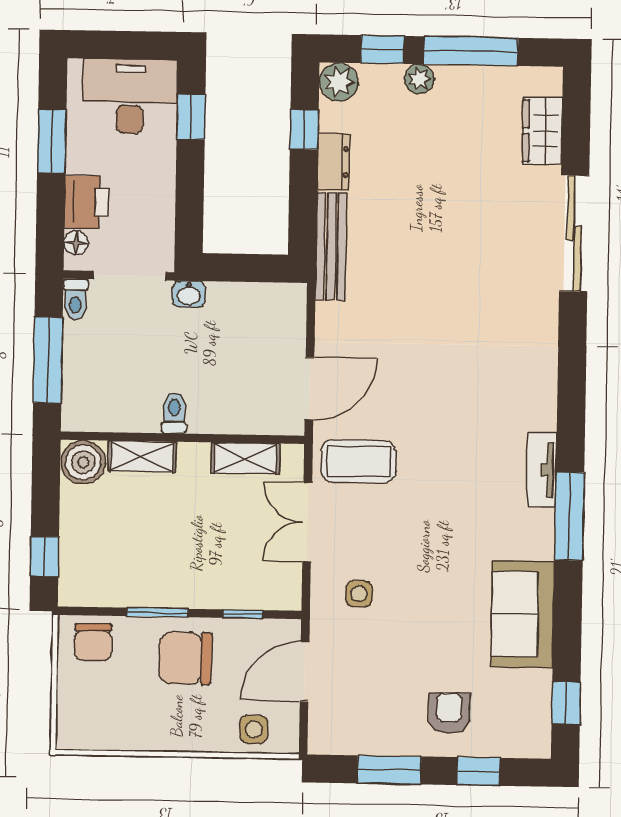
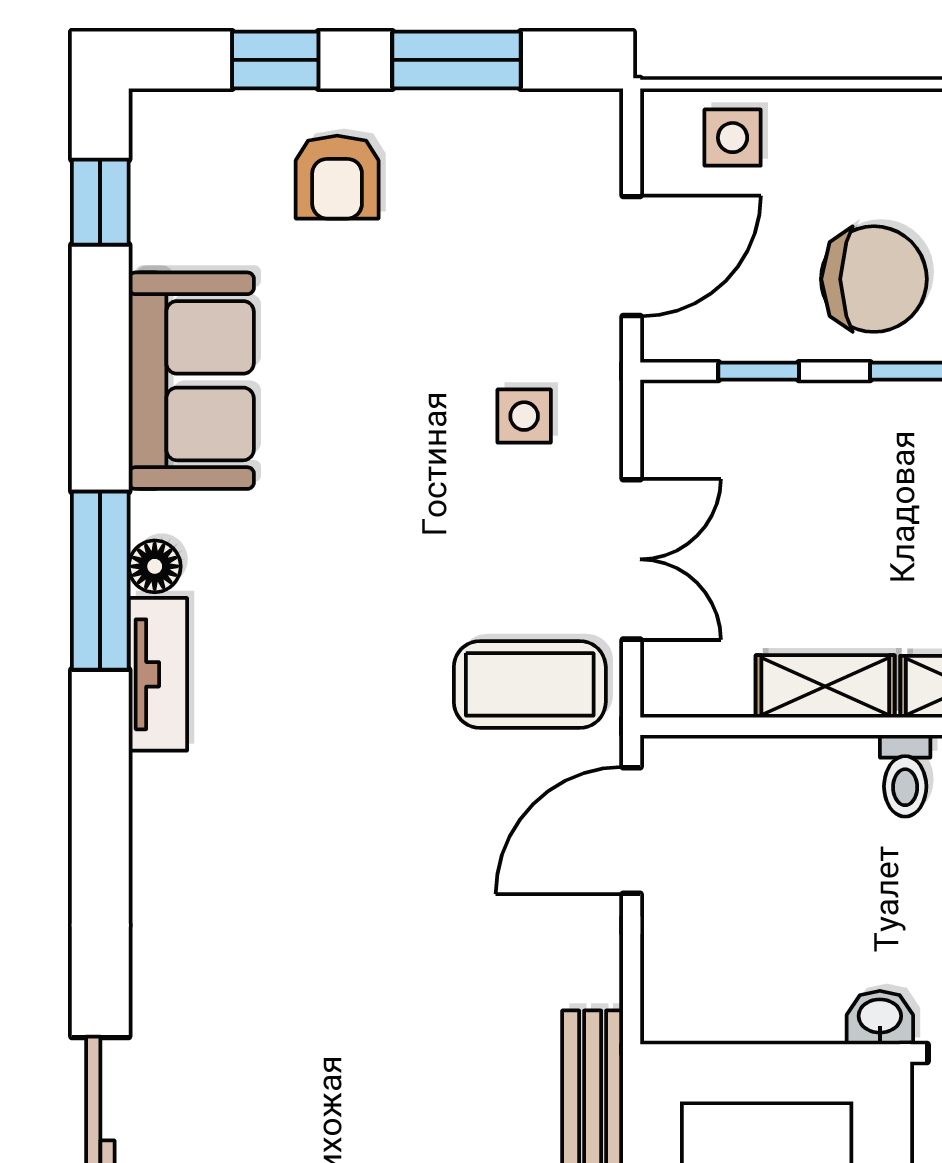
shelving: (245, 458) -> (825, 686), moved
floor lamp: (542, 523) -> (155, 566), added

